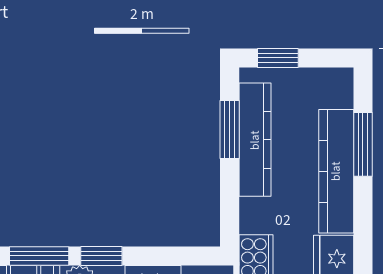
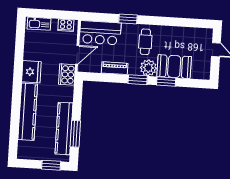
window: (363, 144) -> (15, 123), removed
window: (39, 256) -> (166, 81), width x0.69

